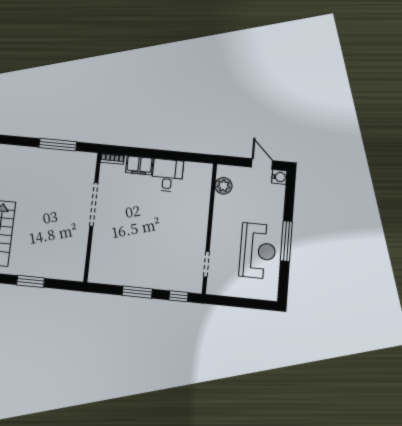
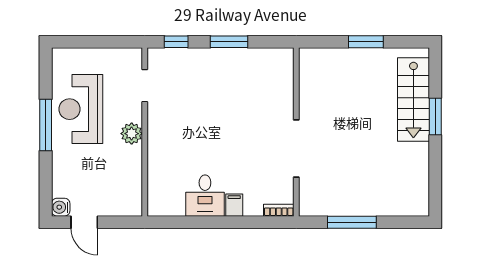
filing cabinet: (139, 165) -> (234, 205), width x0.50
plant: (223, 186) -> (132, 134), moved

